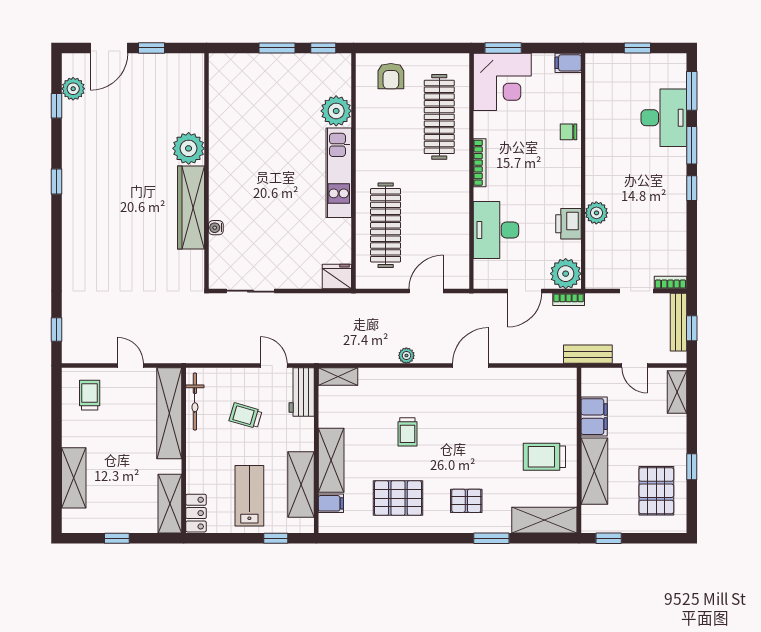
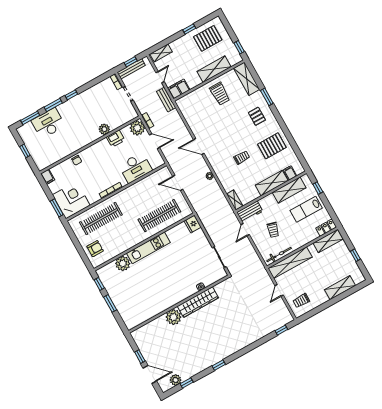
filing cabinet: (594, 417) -> (179, 89), moved
pallet: (398, 498) -> (272, 146), turned 90

